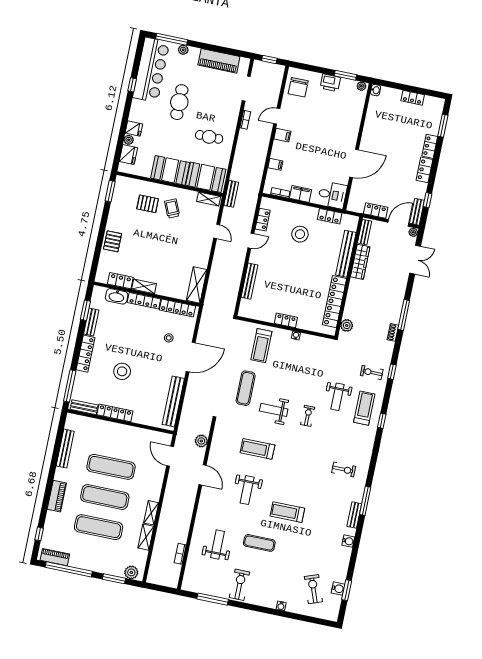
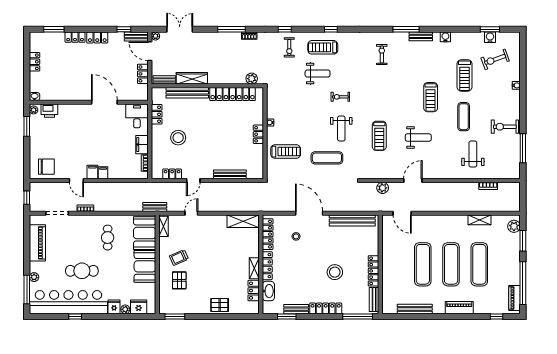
bar counter: (151, 70) -> (68, 302), width x1.36
printer: (330, 83) -> (49, 111), moved, turned 90
filing cabinet: (275, 164) -> (103, 173), moved
door: (251, 241) -> (193, 180), swing flipped
door: (170, 456) -> (402, 213), hinge flipped
shelving: (151, 513) -> (457, 220), removed
weight bench: (217, 545) -> (473, 154), turned 90
treadmill: (303, 553) -> (465, 75), added

